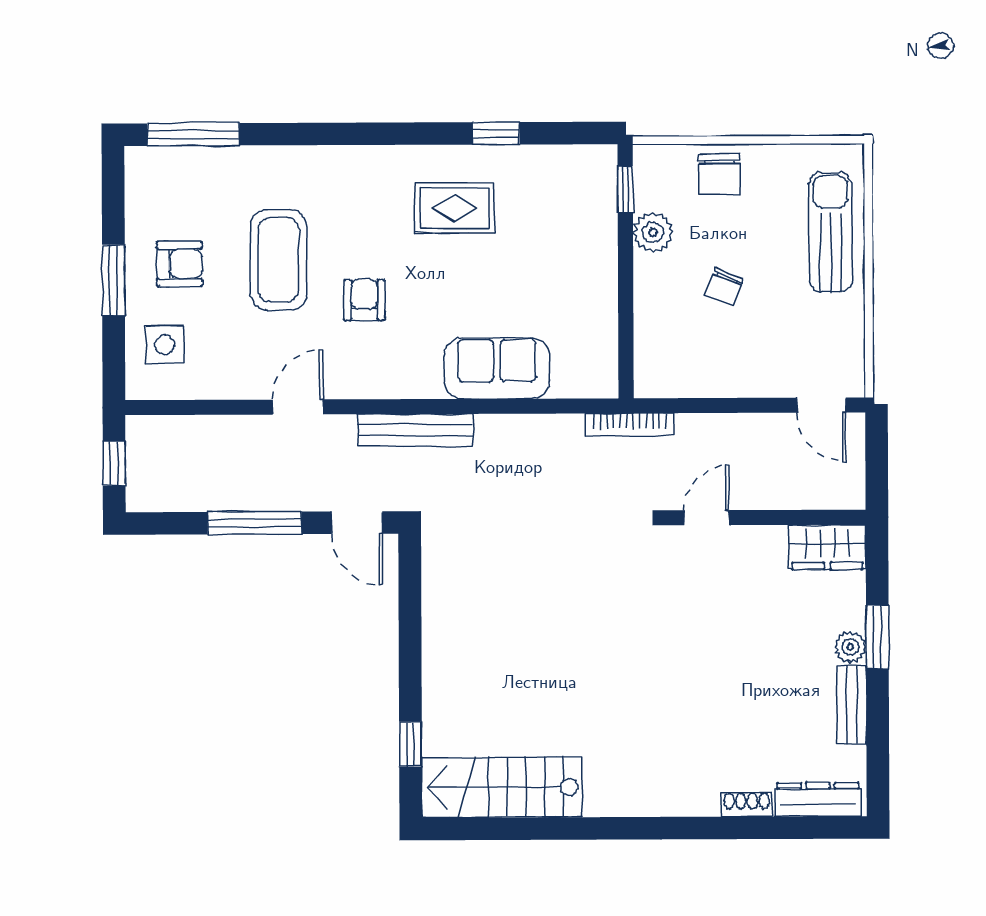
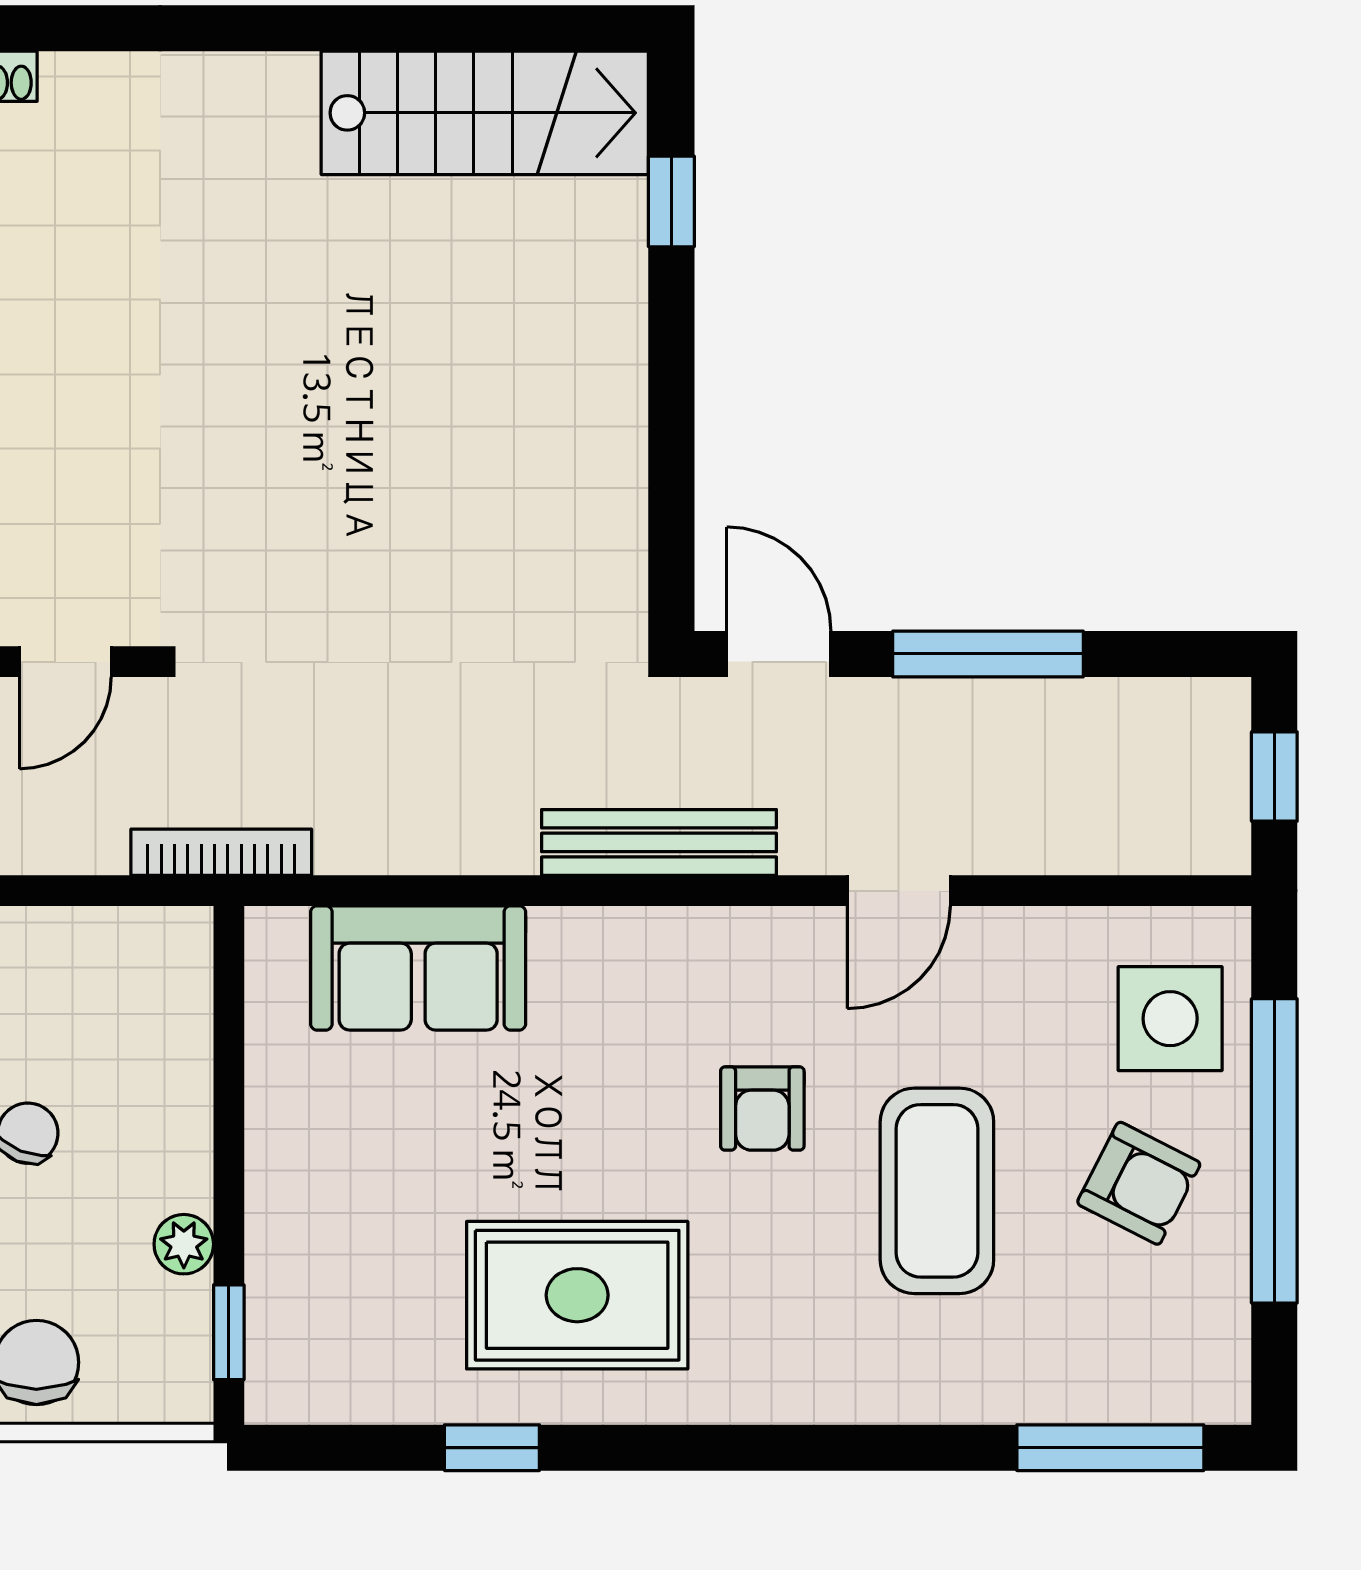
rug: (455, 208) -> (577, 1295), width x1.36, depth x1.43
plant: (653, 232) -> (184, 1244), width x0.73, depth x0.73
armchair: (180, 264) -> (1139, 1183), turned -153
window: (113, 280) -> (1274, 1151), width x2.11
side table: (165, 345) -> (1170, 1019), width x1.37, depth x1.37
sofa: (497, 368) -> (418, 968), moved

